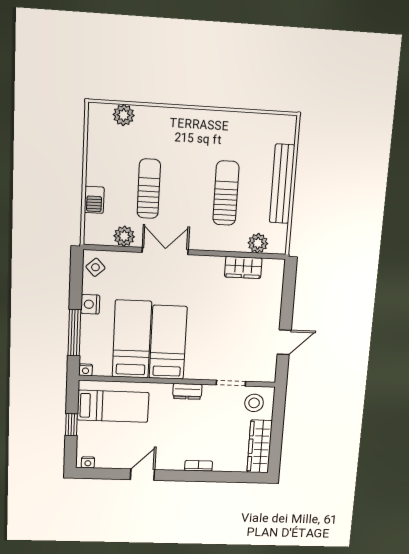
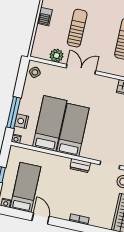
barbecue: (94, 200) -> (45, 17), moved
nightstand: (90, 304) -> (22, 121), moved
bed: (113, 406) -> (26, 187), moved, turned -90
door: (142, 475) -> (41, 218), hinge flipped

